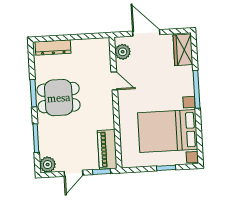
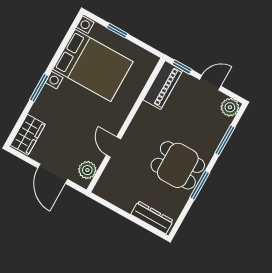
window: (196, 89) -> (39, 88), width x0.69

